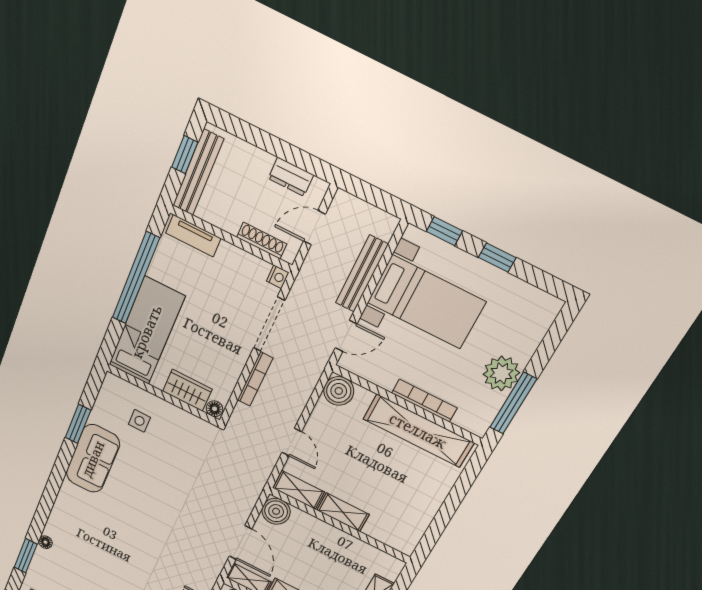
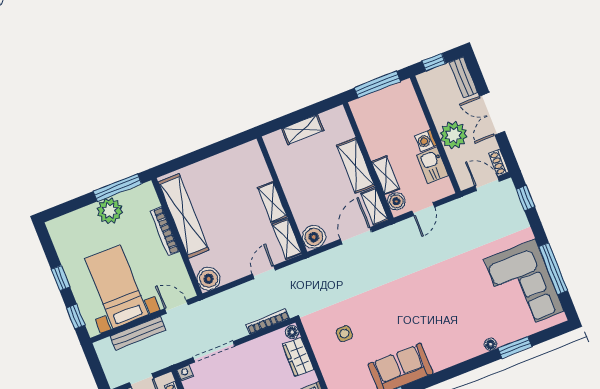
bookcase: (255, 379) -> (268, 322), moved
side table: (139, 421) -> (344, 334), moved

